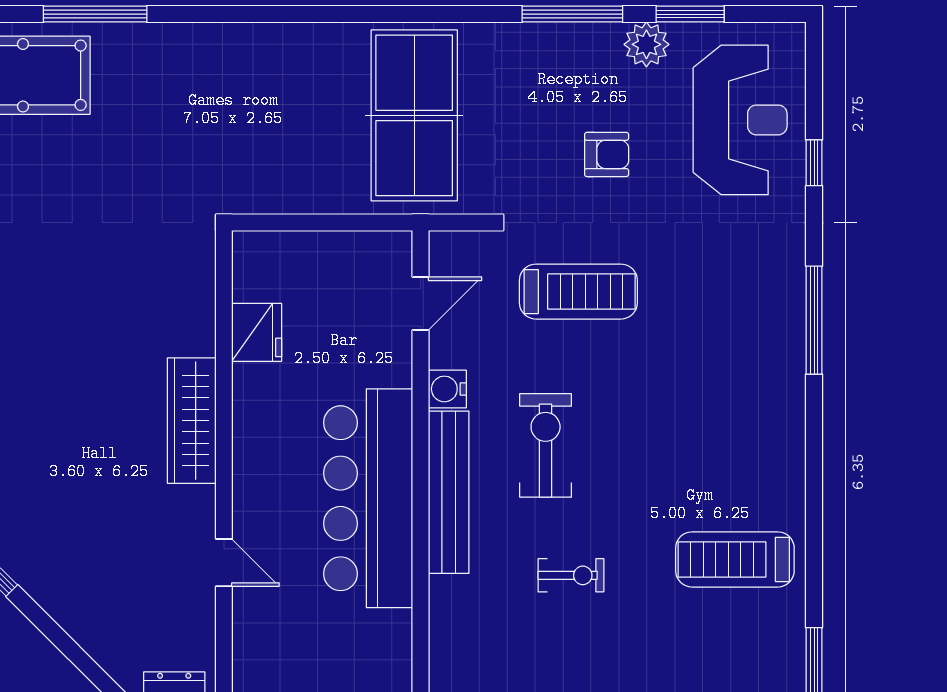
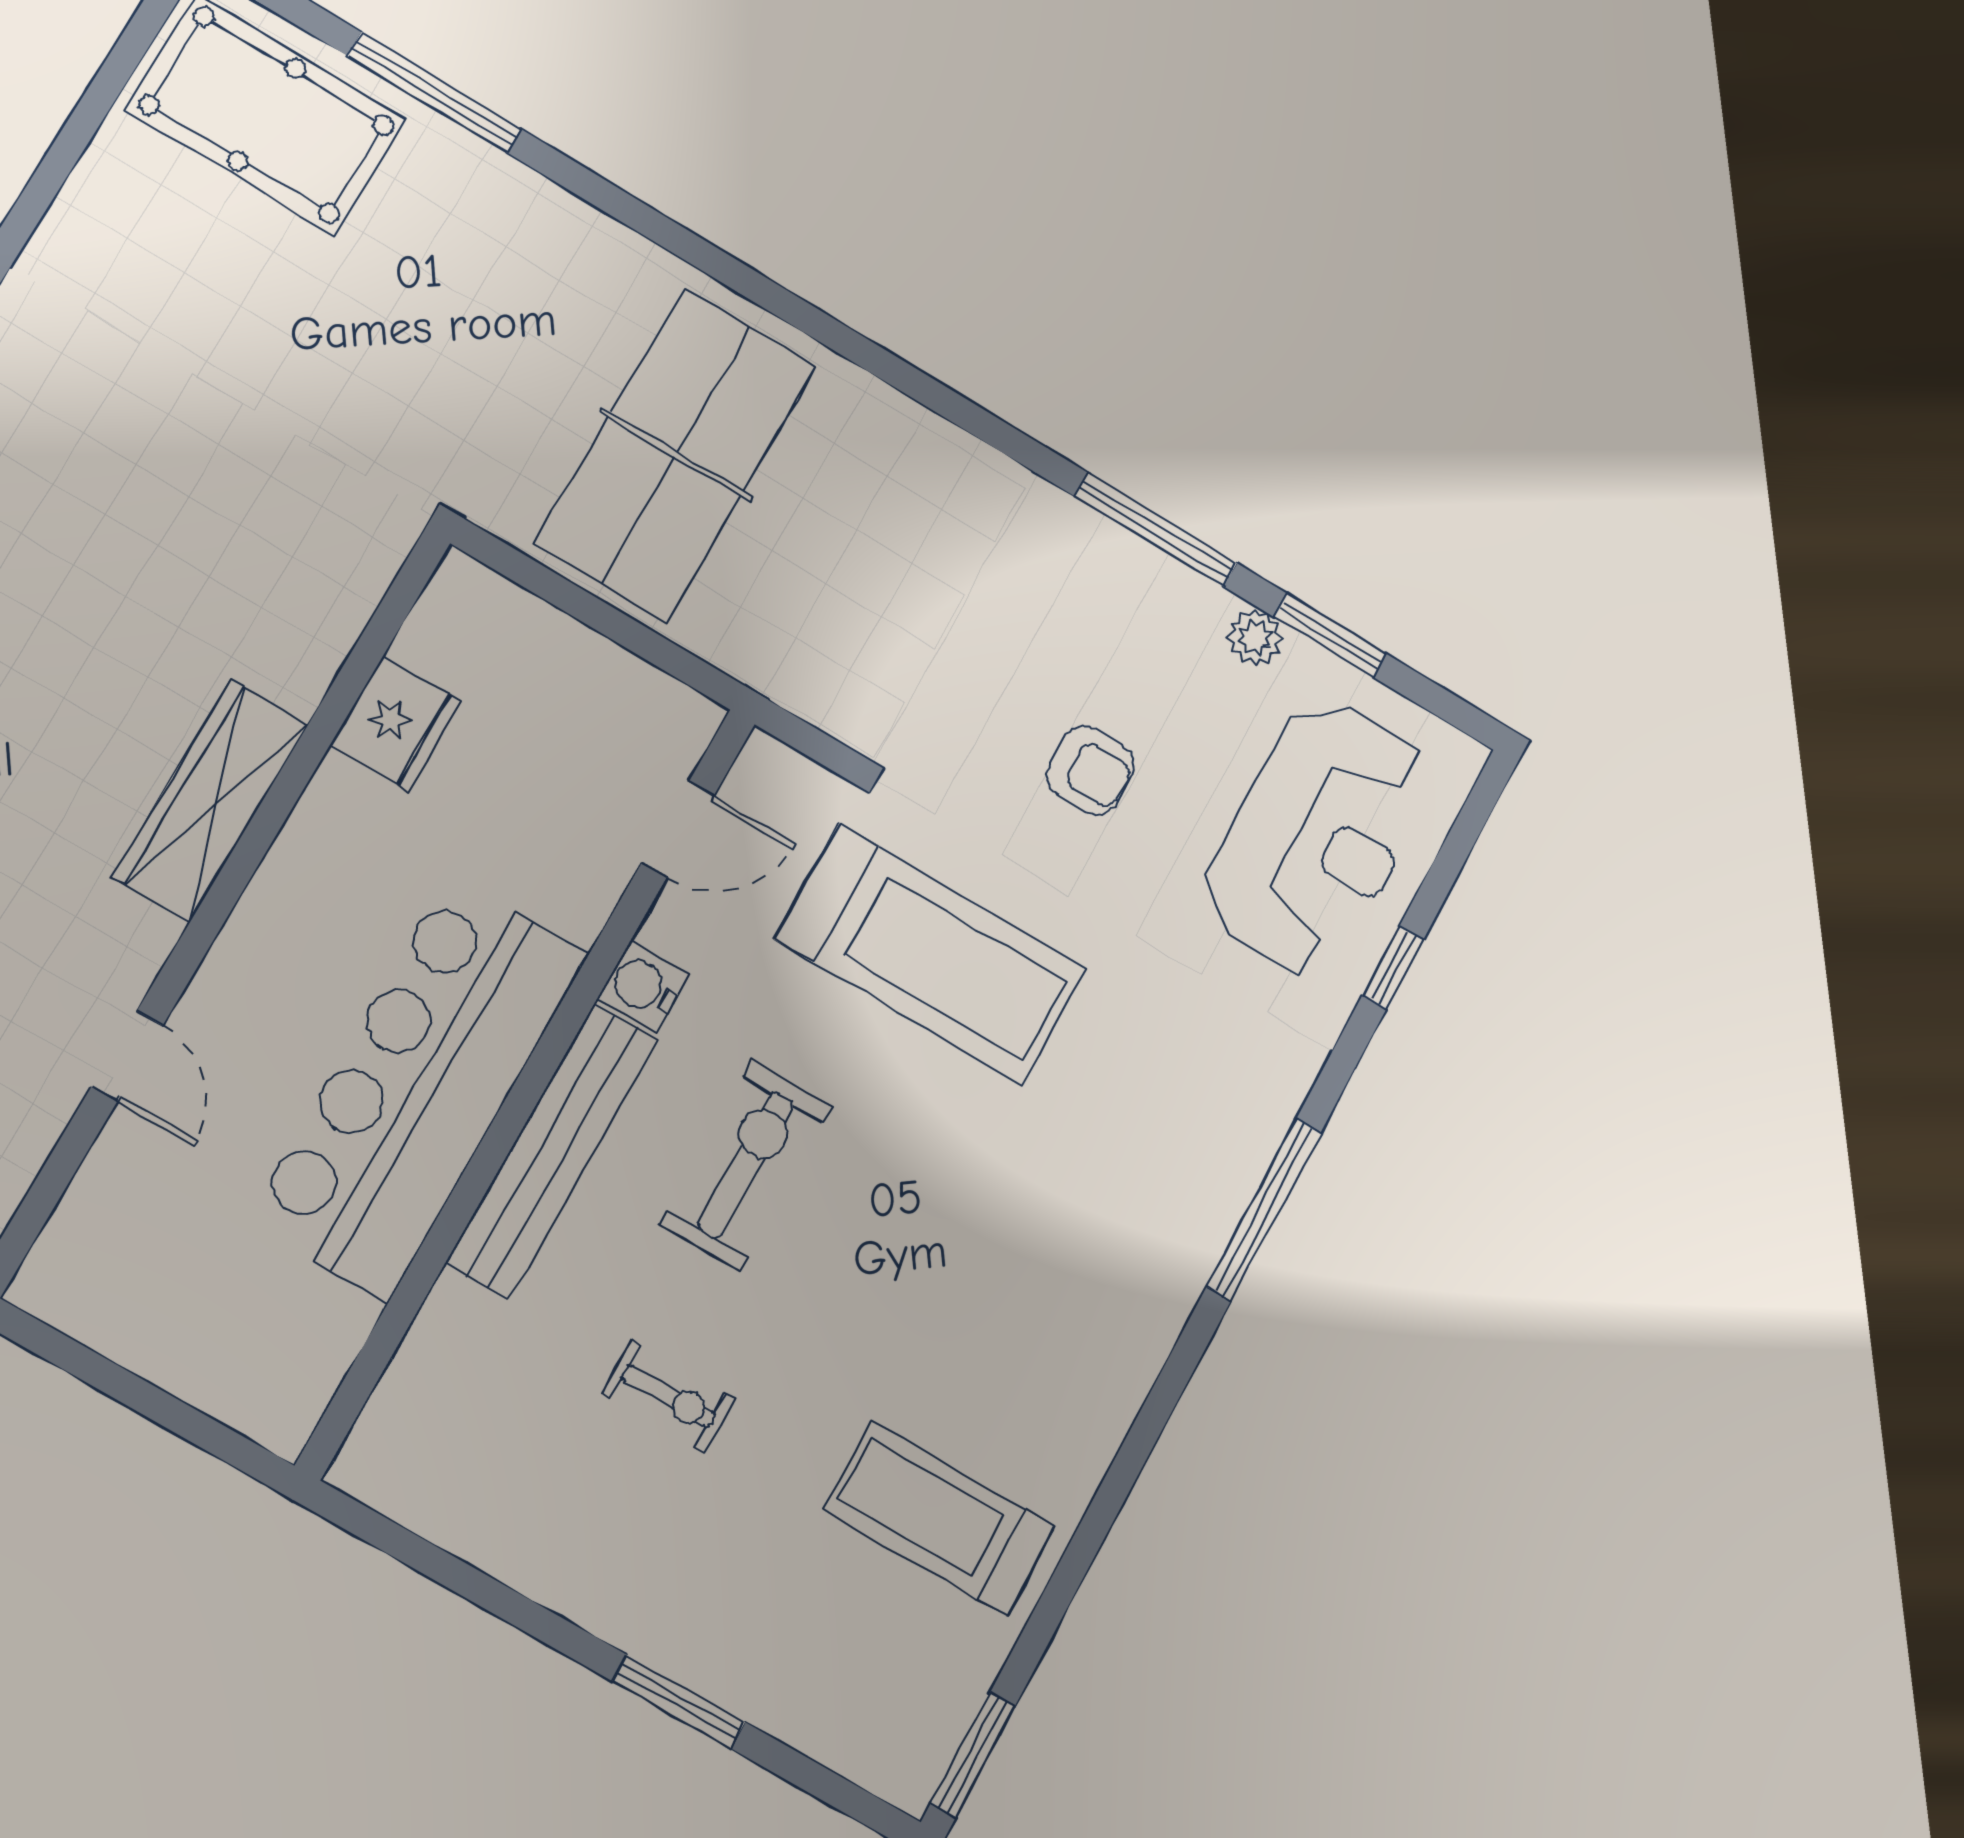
plant: (646, 44) -> (1255, 638), width x0.73, depth x0.73
table tennis table: (414, 115) -> (676, 454), moved
treadmill: (578, 292) -> (931, 954), width x1.37, depth x1.37

